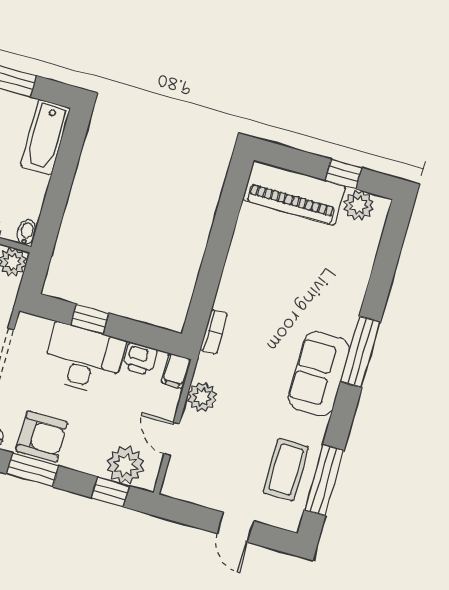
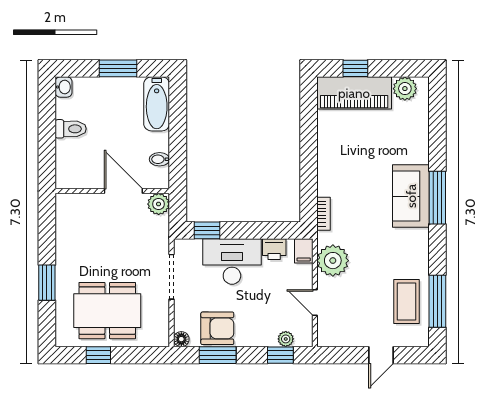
window: (343, 174) -> (355, 68), moved
bidet: (26, 232) -> (159, 159), moved, turned -90
window: (90, 319) -> (207, 230), moved
sofa: (319, 374) -> (411, 196), moved
plant: (202, 397) -> (333, 261), width x1.36, depth x1.36
plant: (125, 465) -> (286, 339), width x0.53, depth x0.53
door: (235, 527) -> (381, 355), hinge flipped

